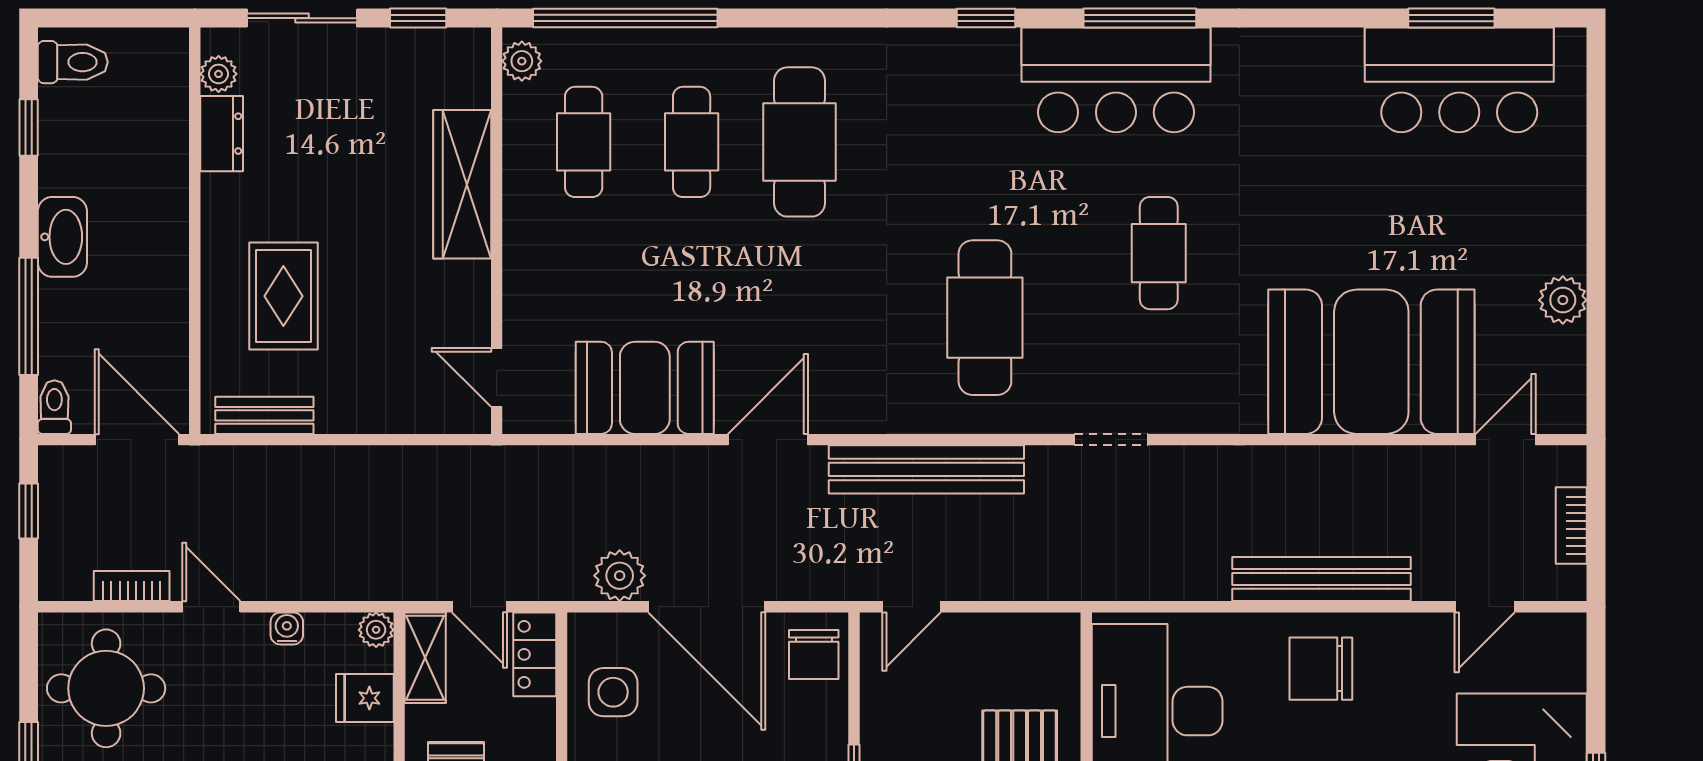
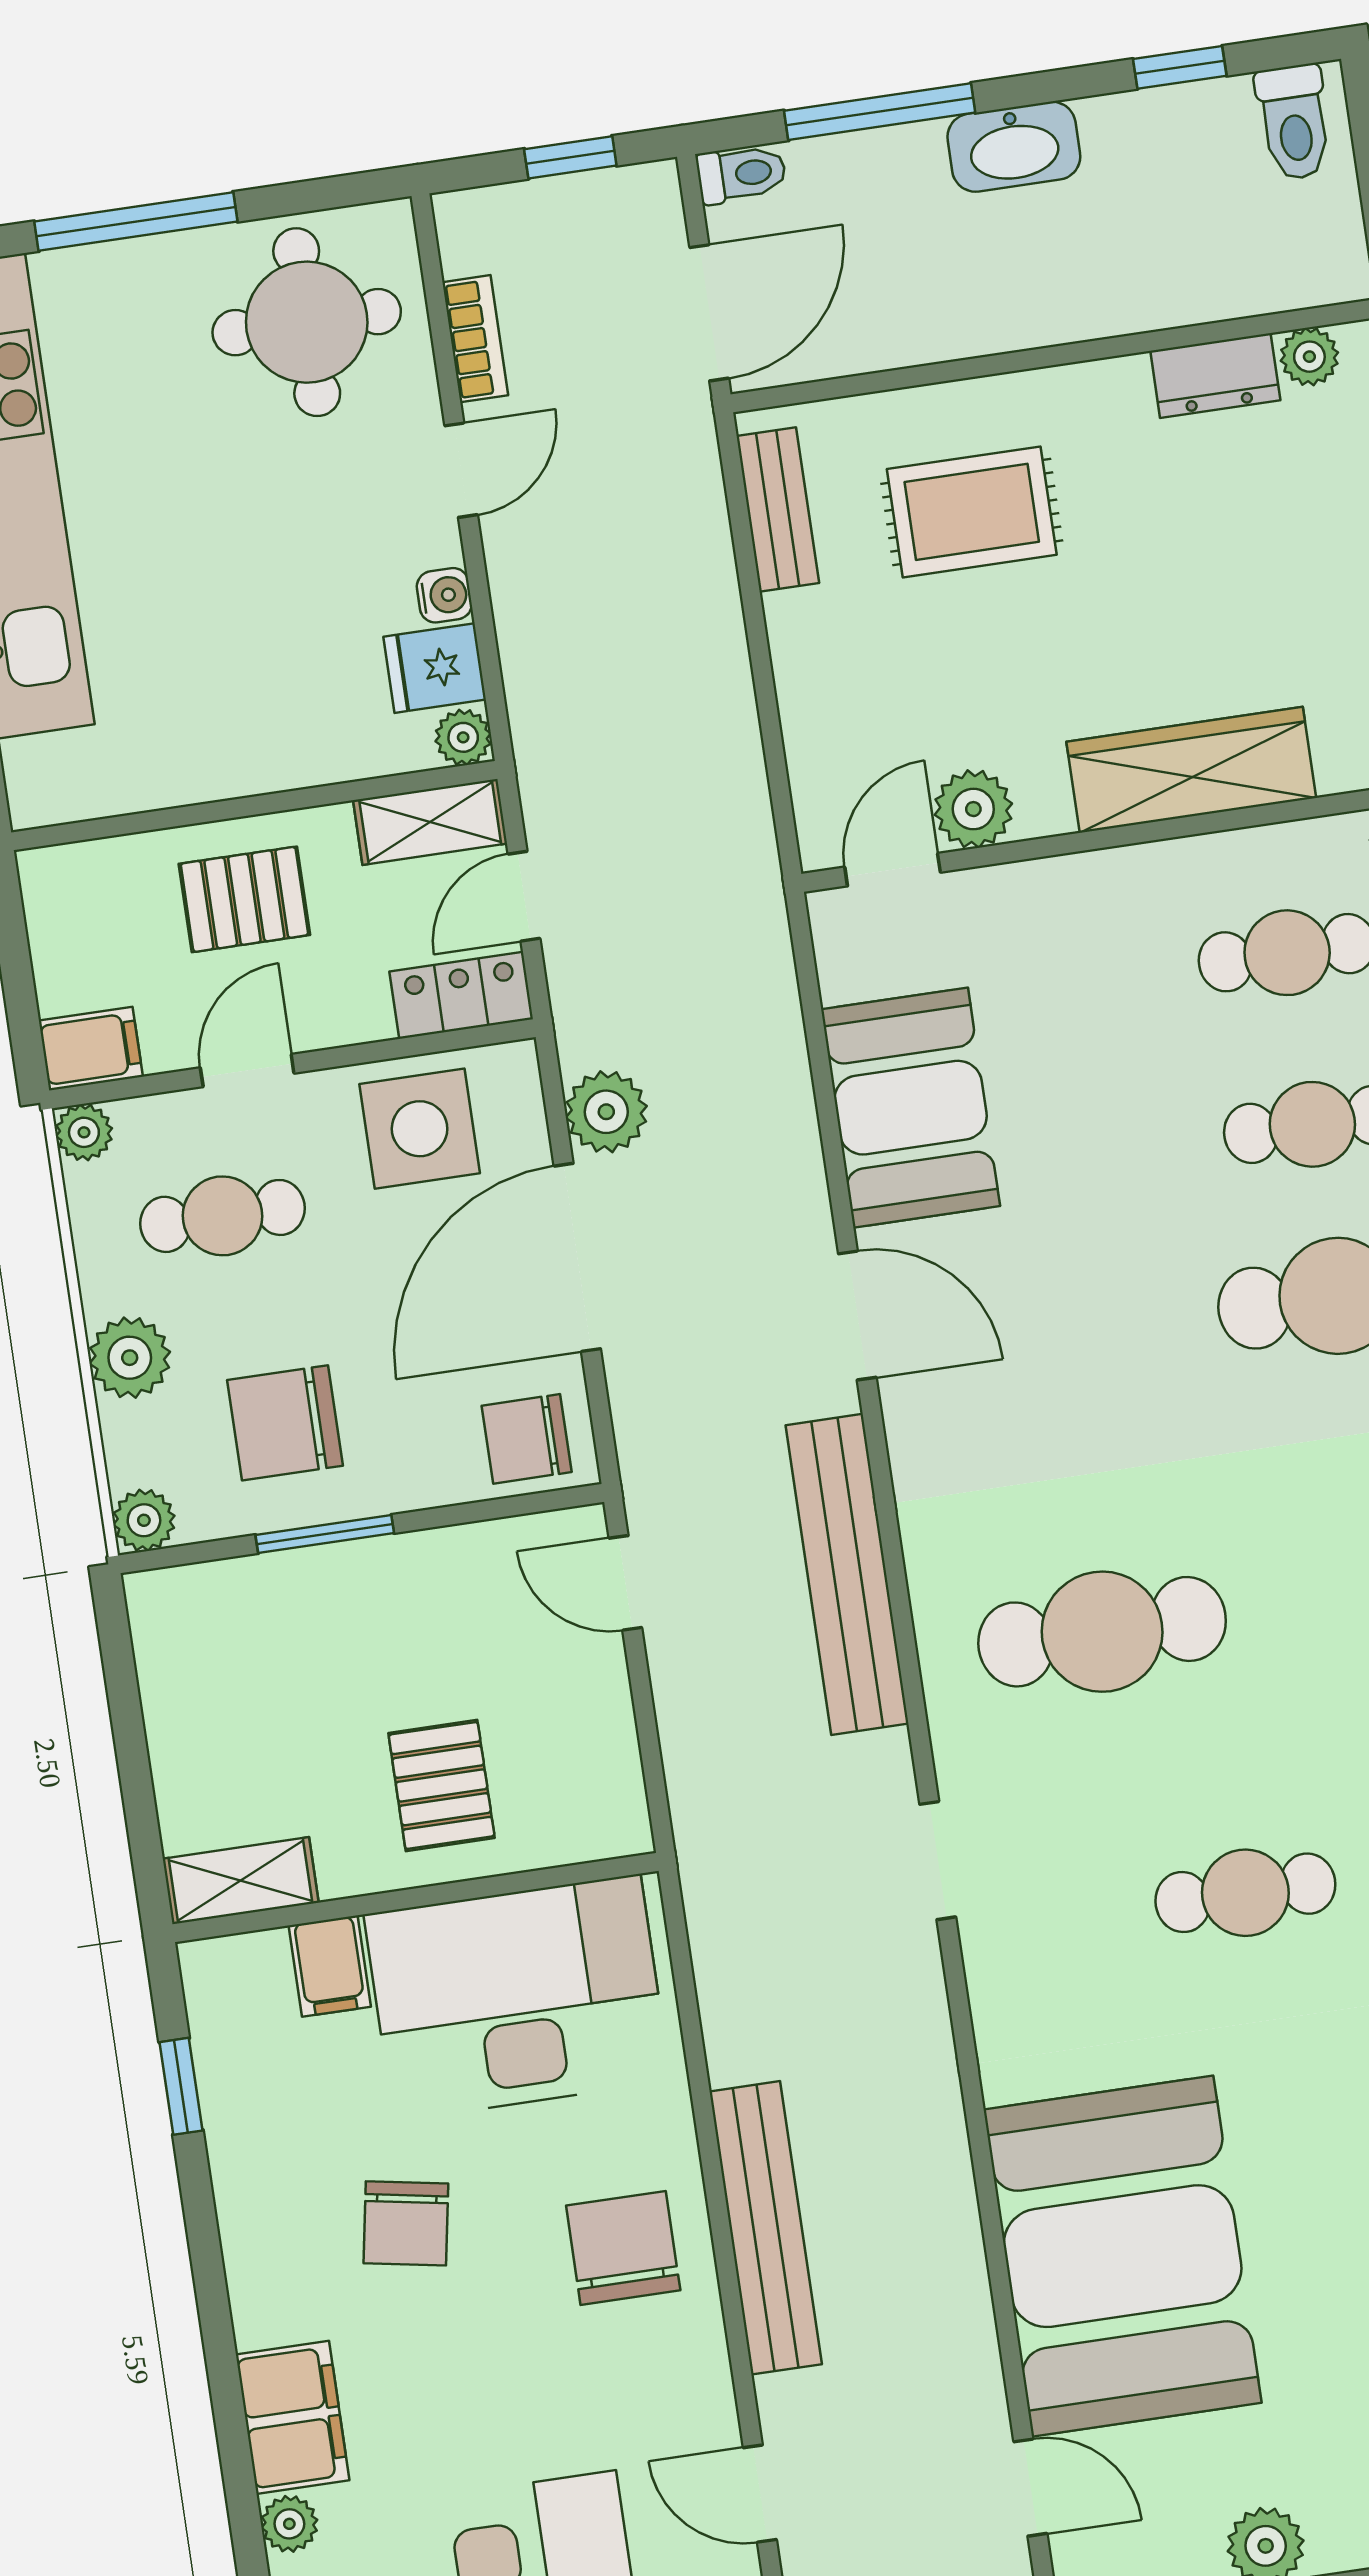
plant: (467, 322) -> (973, 809), added
side table: (613, 692) -> (420, 1129), width x1.37, depth x1.37
fridge: (365, 698) -> (435, 668), moved, turned -90

